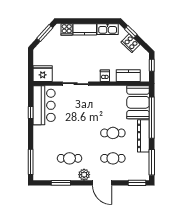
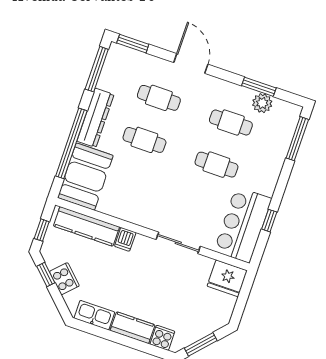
window: (131, 32) -> (46, 274), moved
kitchen counter: (128, 76) -> (86, 226), width x1.50
cafe table: (69, 133) -> (216, 165), added
plant: (84, 175) -> (262, 103), moved

